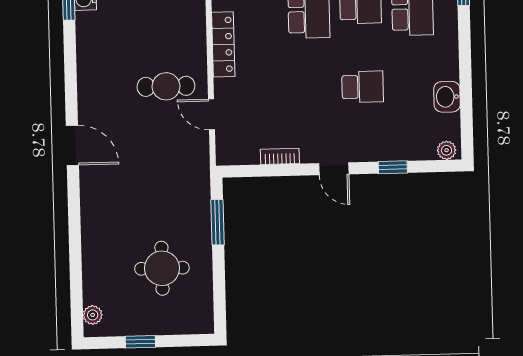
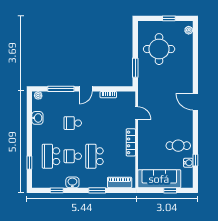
cafe table: (166, 86) -> (178, 146), moved
window: (393, 167) -> (61, 89), width x2.17
door: (334, 169) -> (86, 89), swing flipped
round table: (162, 268) -> (159, 49), width x1.36, depth x1.36

